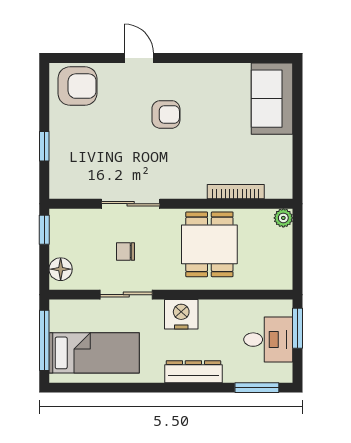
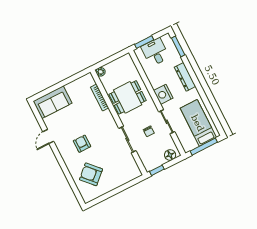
door: (139, 58) -> (48, 137), moved
armchair: (77, 86) -> (91, 174), moved, turned -43
window: (44, 146) -> (122, 188), removed

